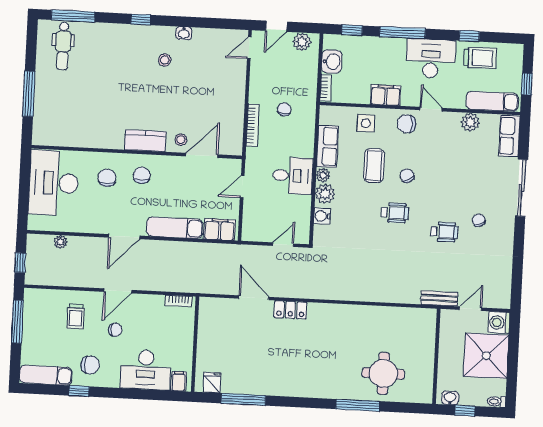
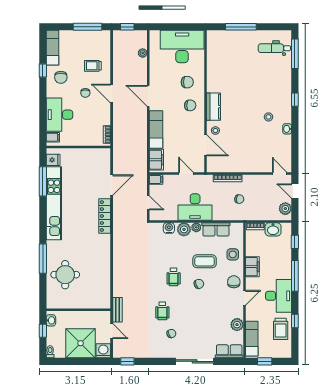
desk: (293, 176) -> (195, 207), width x1.37
filing cabinet: (249, 232) -> (156, 179), added
window: (517, 288) -> (127, 361), added
locker: (290, 310) -> (105, 216), width x1.53
kitchen unit: (277, 385) -> (54, 203), added

